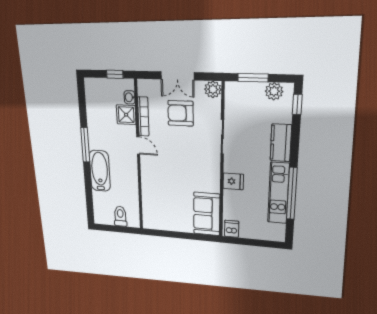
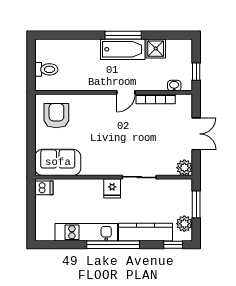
double door: (177, 76) -> (196, 134), swing flipped
armchair: (181, 113) -> (56, 116), moved
shower: (126, 115) -> (156, 49), moved
kitchen counter: (281, 143) -> (145, 232), width x1.50
bathtub: (100, 171) -> (123, 49), moved
fridge: (233, 181) -> (112, 188), moved
window: (292, 194) -> (113, 245), moved

